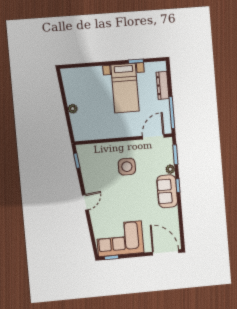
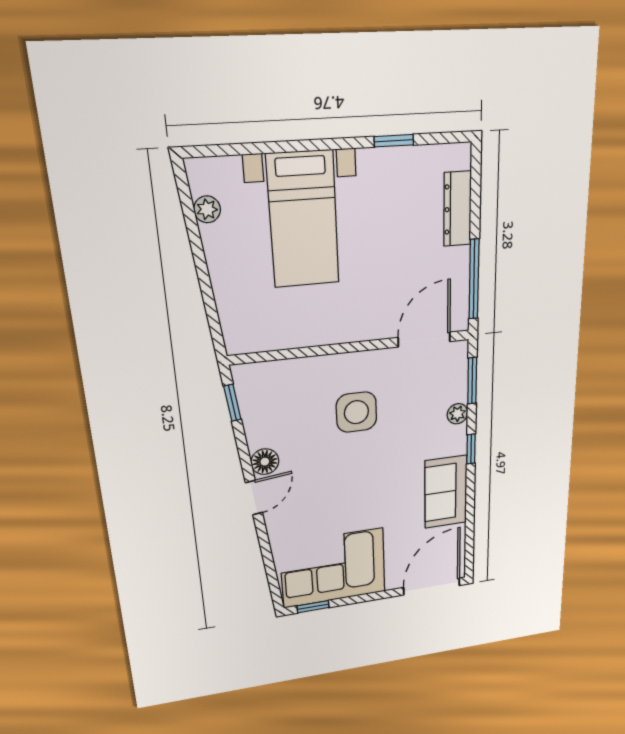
bed with nightstands: (125, 88) -> (303, 220), moved
plant: (73, 109) -> (207, 209), moved
floor lamp: (90, 186) -> (265, 462), added
sofa: (167, 191) -> (446, 492), moved
door: (166, 252) -> (432, 586), hinge flipped

